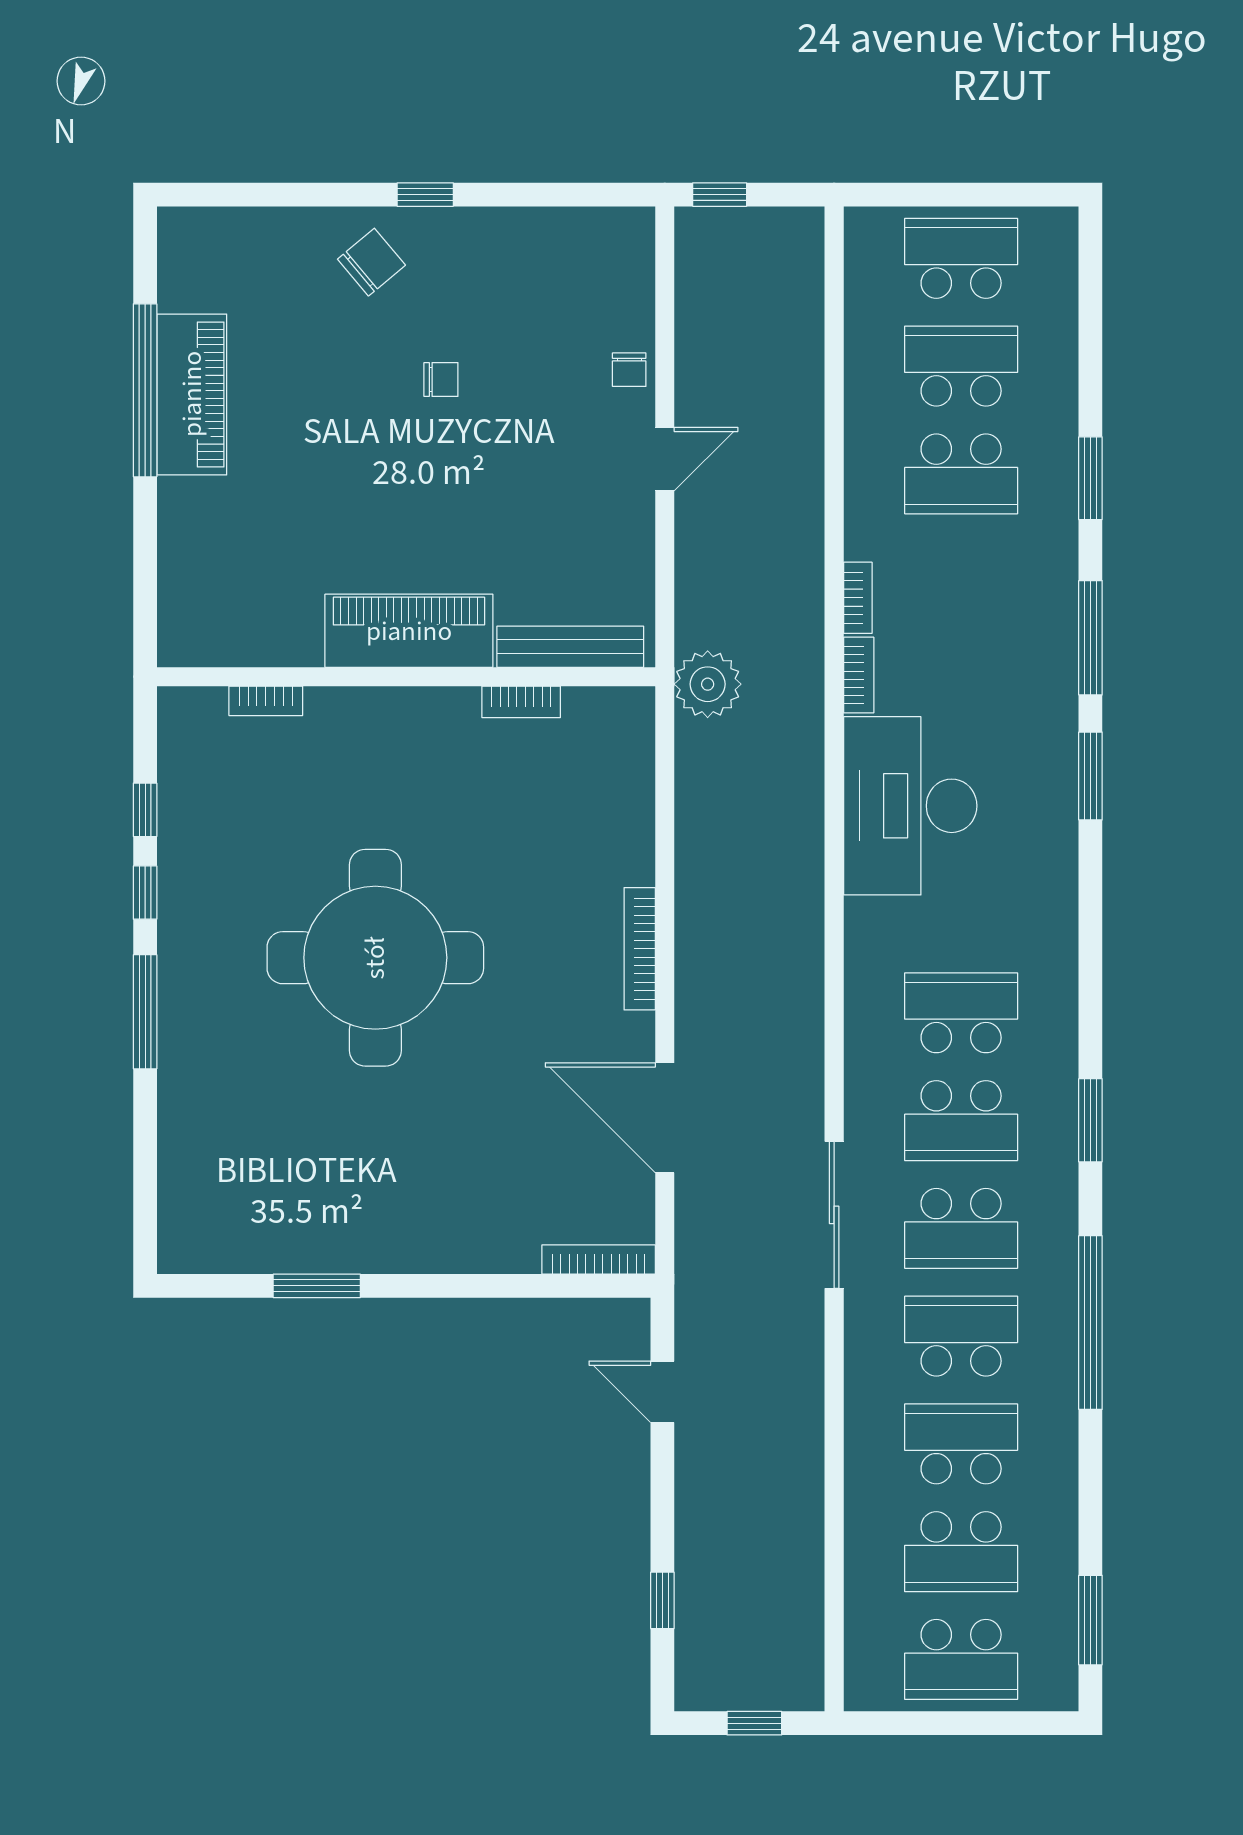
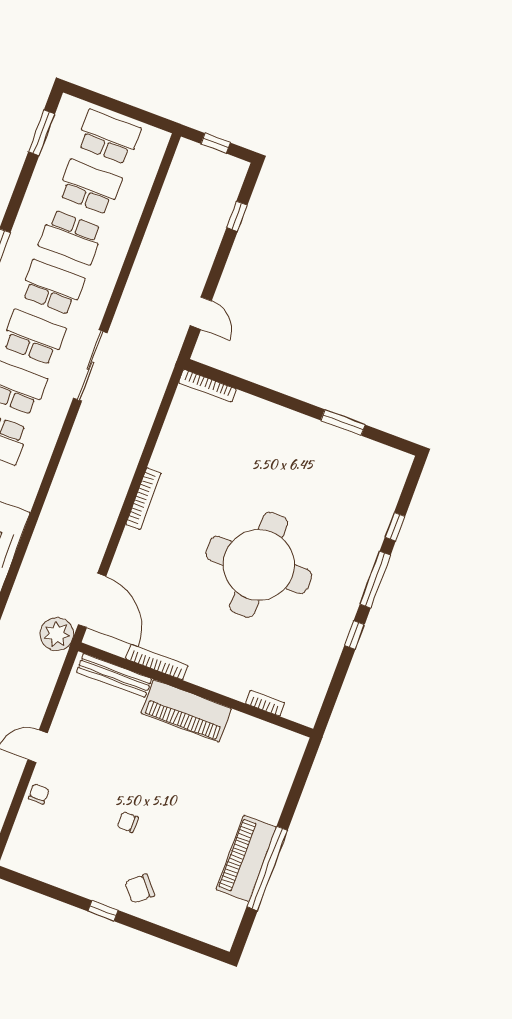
bookcase: (521, 702) -> (157, 662), width x1.56
window: (145, 810) -> (395, 527), moved
bookcase: (640, 949) -> (143, 499), moved
door: (665, 1118) -> (92, 600), moved
school desk: (961, 1336) -> (52, 287), turned 180

